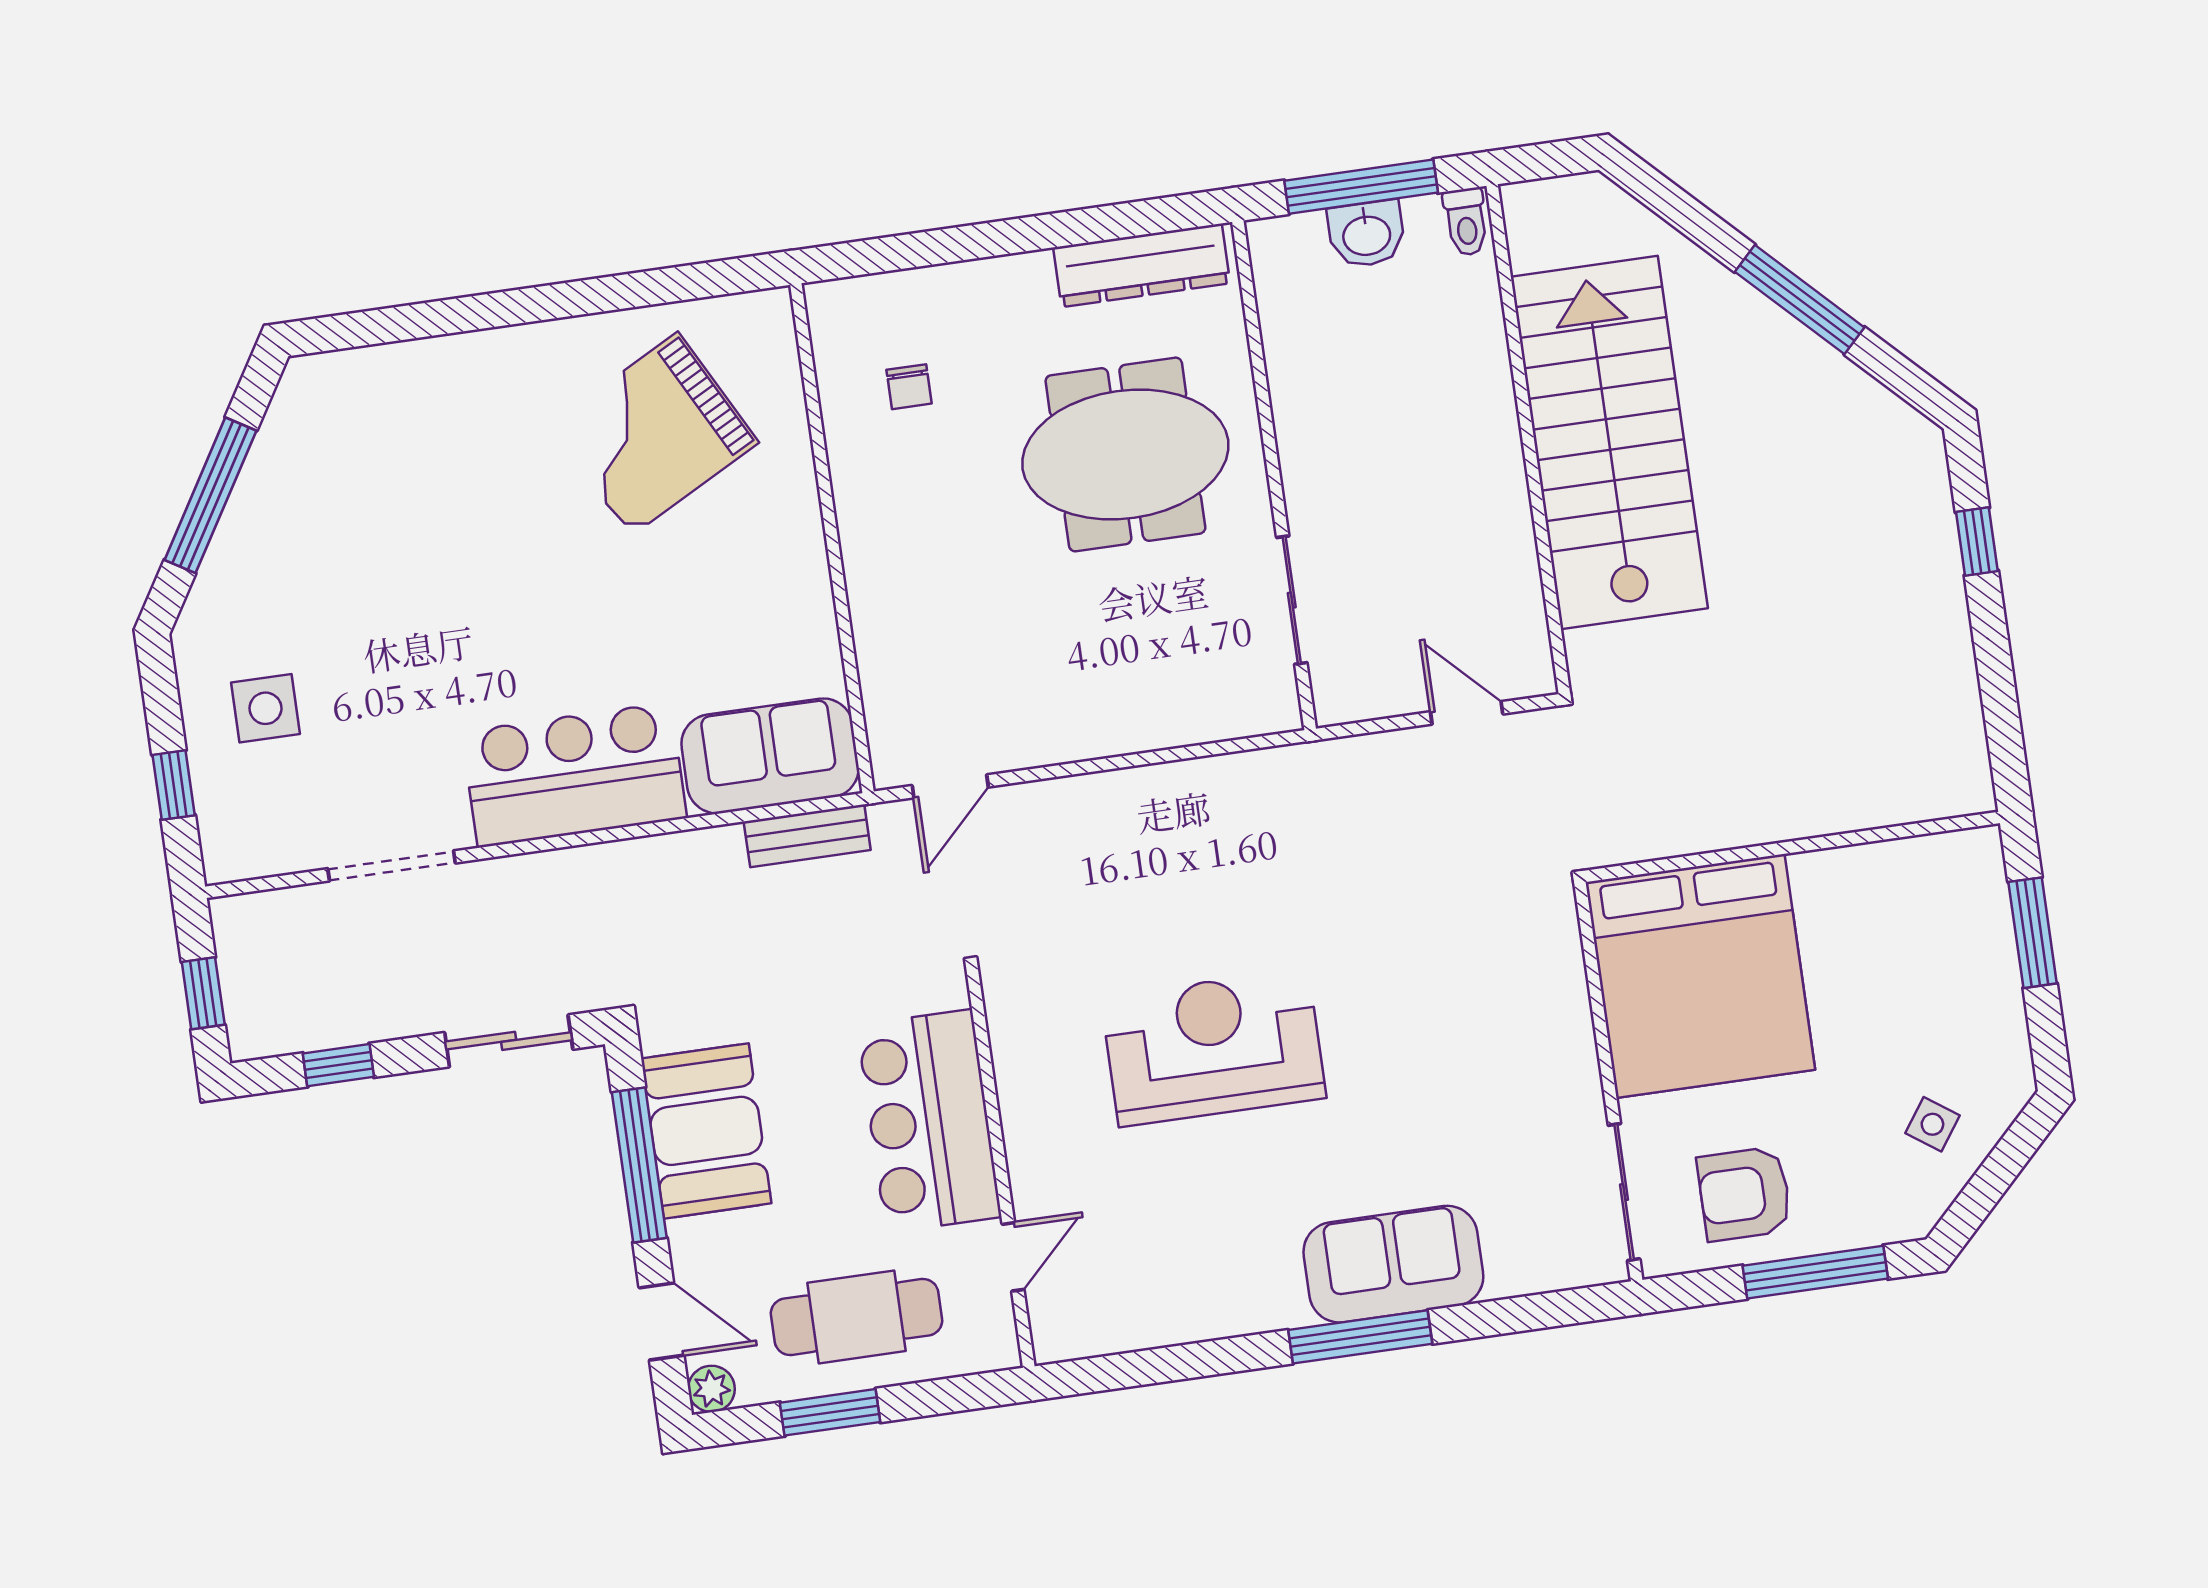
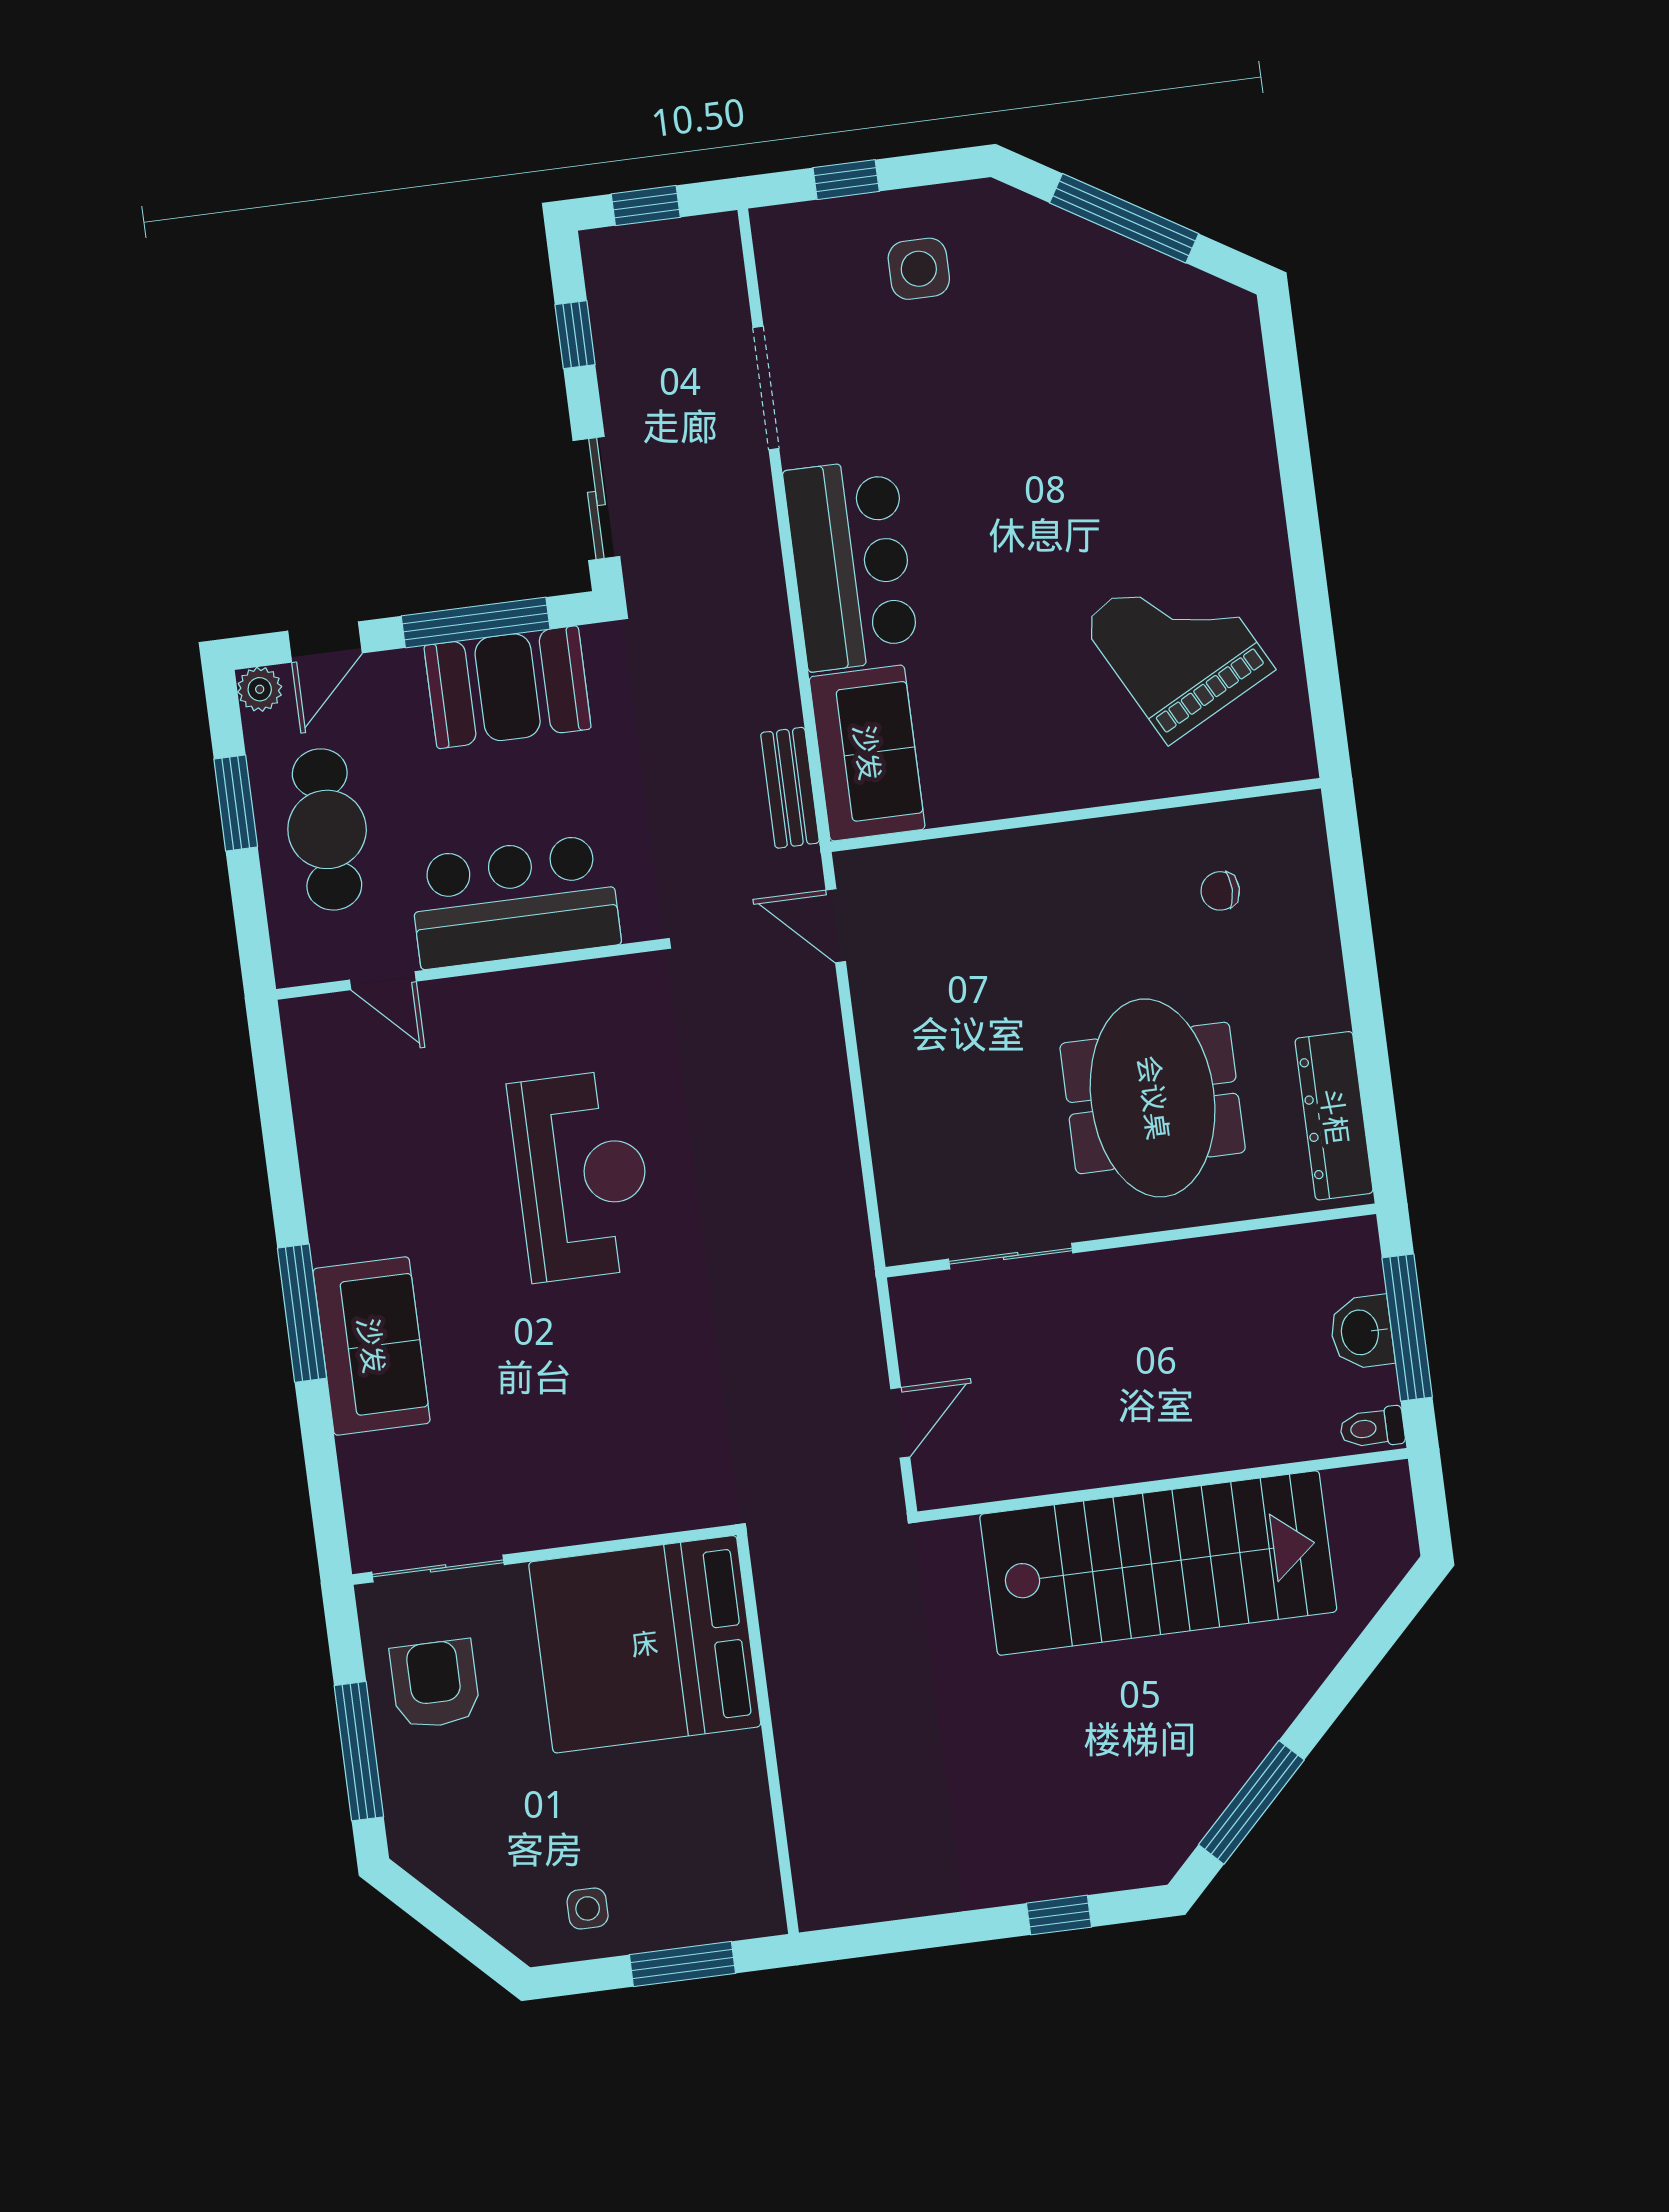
window: (1800, 300) -> (1251, 1802), moved
side table: (1932, 1124) -> (588, 1908), moved, turned -35

